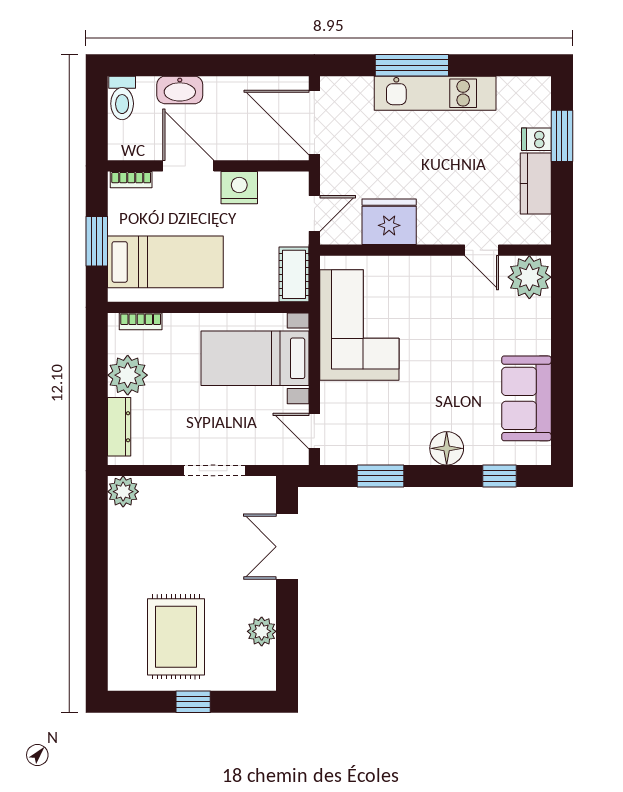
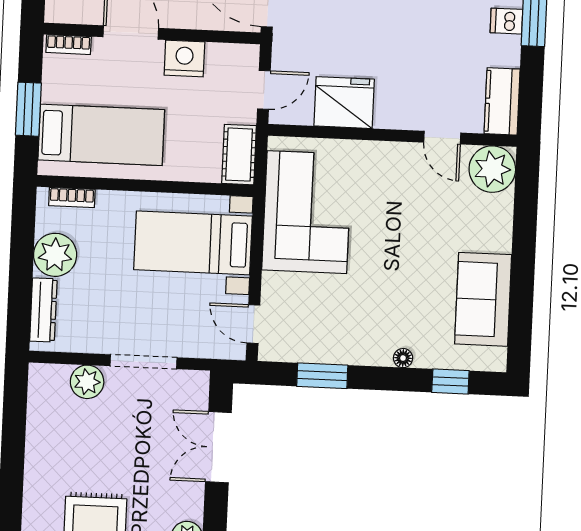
kitchen counter: (536, 184) -> (502, 101), moved
floor lamp: (447, 448) -> (403, 358), width x0.53, depth x0.53
plant: (123, 492) -> (87, 382), moved

